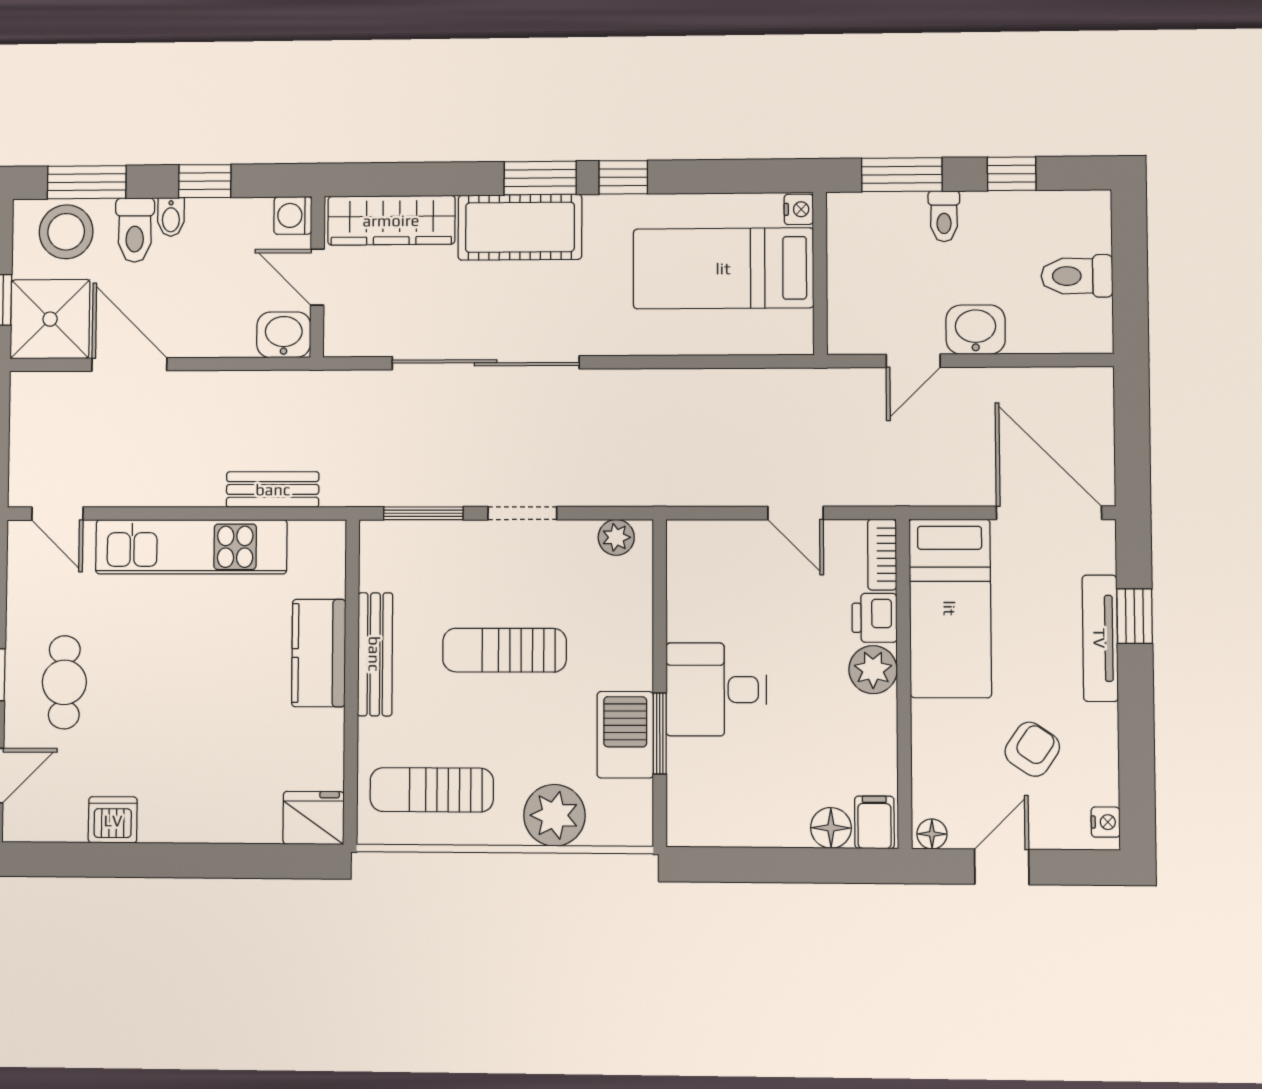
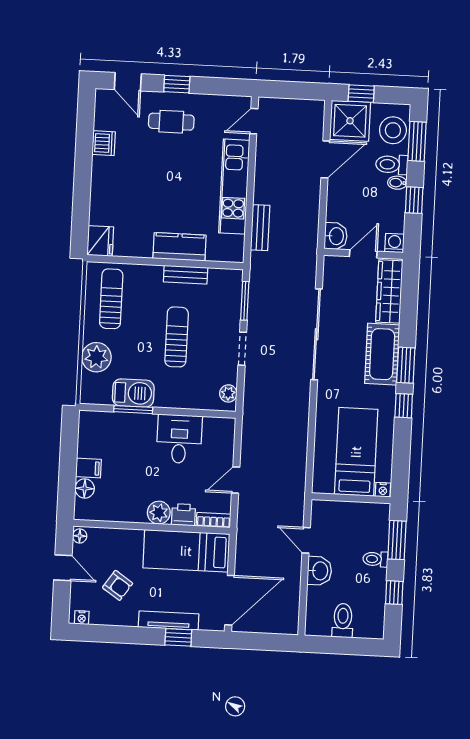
bench: (375, 654) -> (186, 275), width x0.73
desk: (716, 689) -> (179, 439), moved
filing cabinet: (874, 822) -> (88, 468), moved

